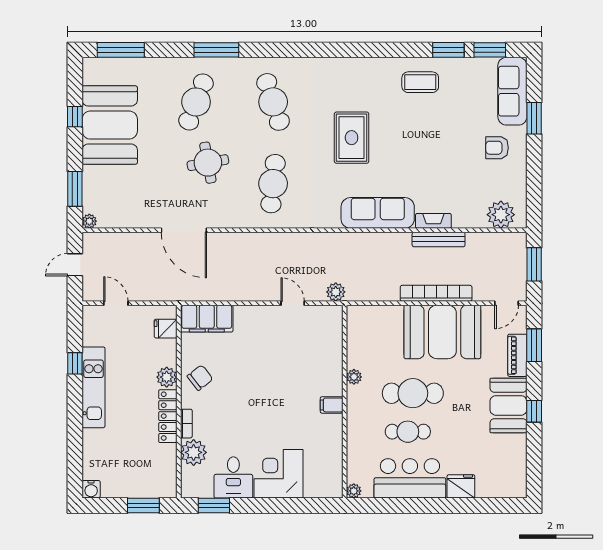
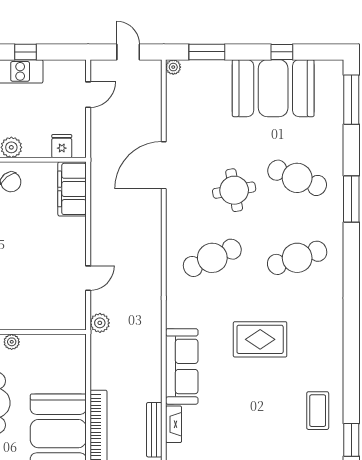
cafe table: (273, 184) -> (212, 258), turned -30

